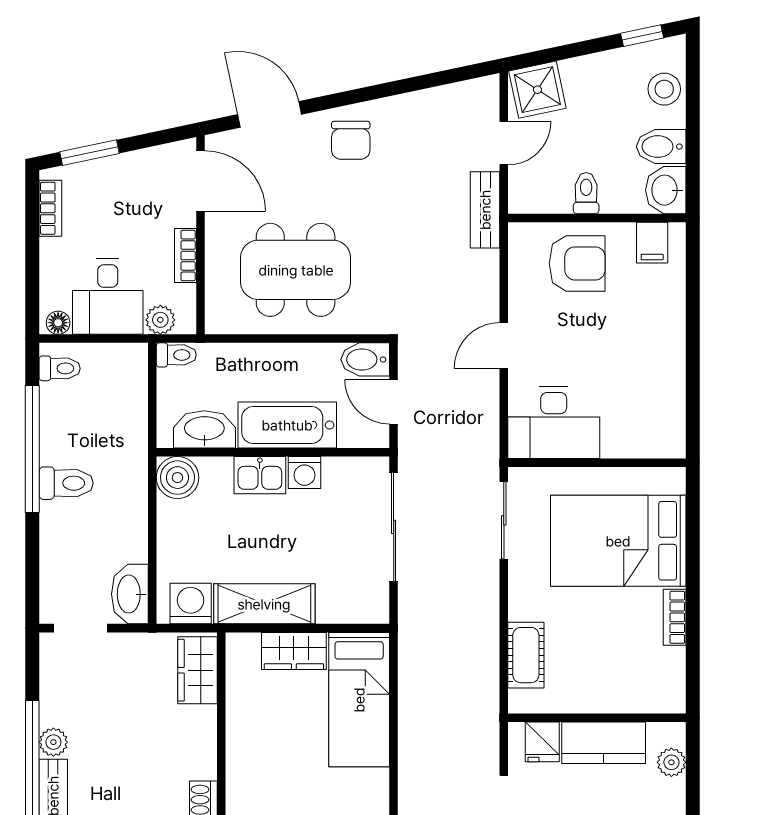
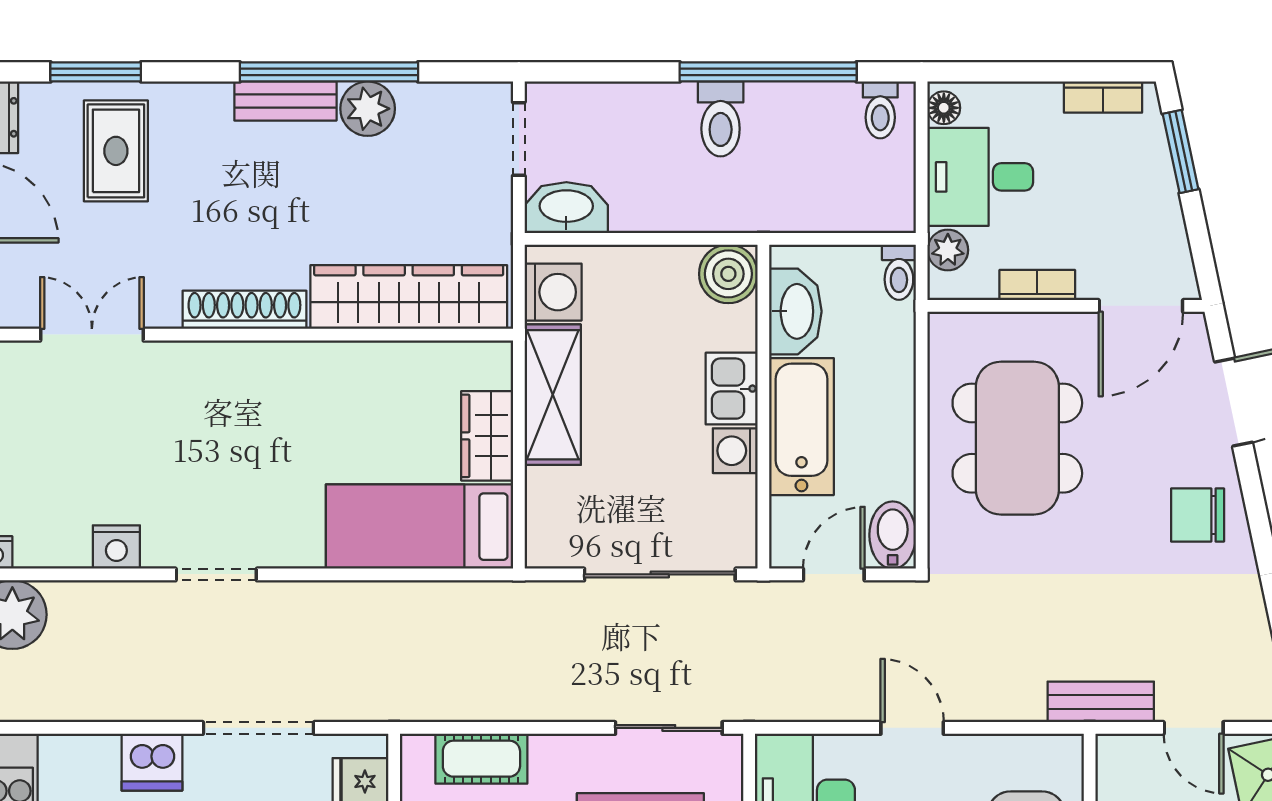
wardrobe: (198, 670) -> (409, 297), width x2.10, depth x1.17
plant: (53, 742) -> (368, 109), width x1.38, depth x1.38

